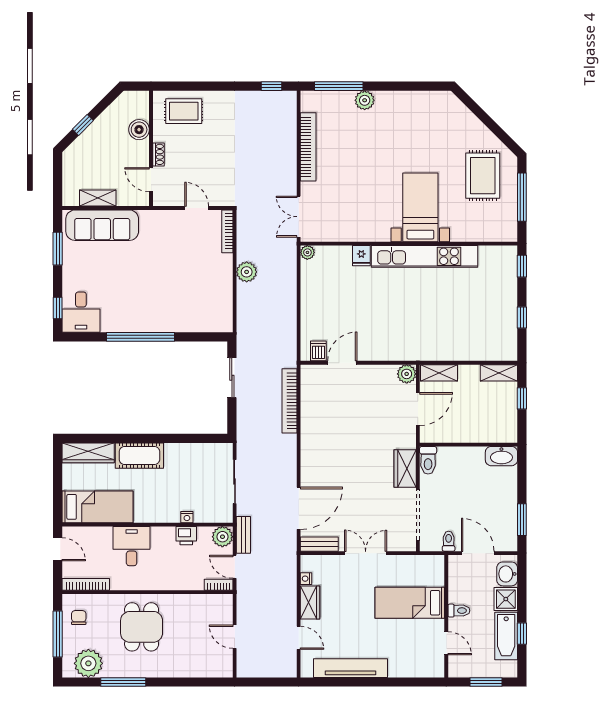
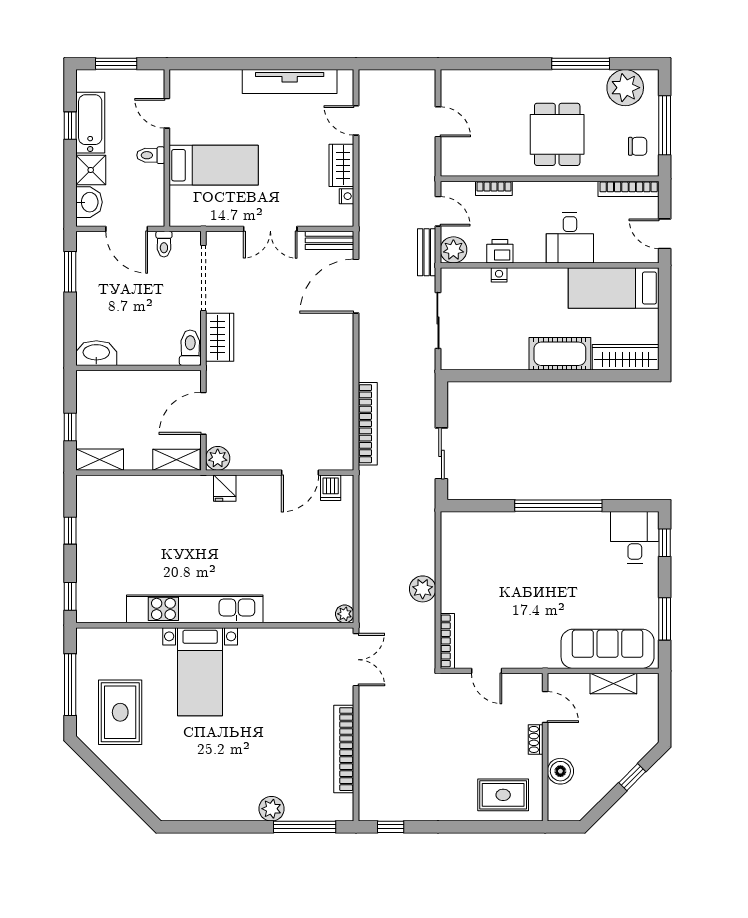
fridge: (361, 256) -> (225, 488), moved, turned 180
bookcase: (219, 585) -> (494, 188), moved
chair: (79, 618) -> (638, 146), turned -90

